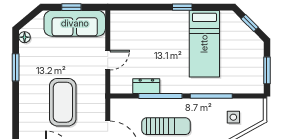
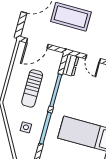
dresser: (146, 86) -> (71, 65), moved
side table: (233, 117) -> (26, 127), moved

